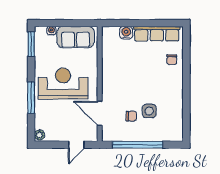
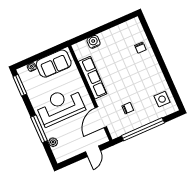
row of seats: (157, 34) -> (93, 78), moved, turned -90
side table: (149, 111) -> (162, 99), moved
door: (100, 113) -> (101, 117), hinge flipped
plant: (39, 135) -> (53, 142), moved

